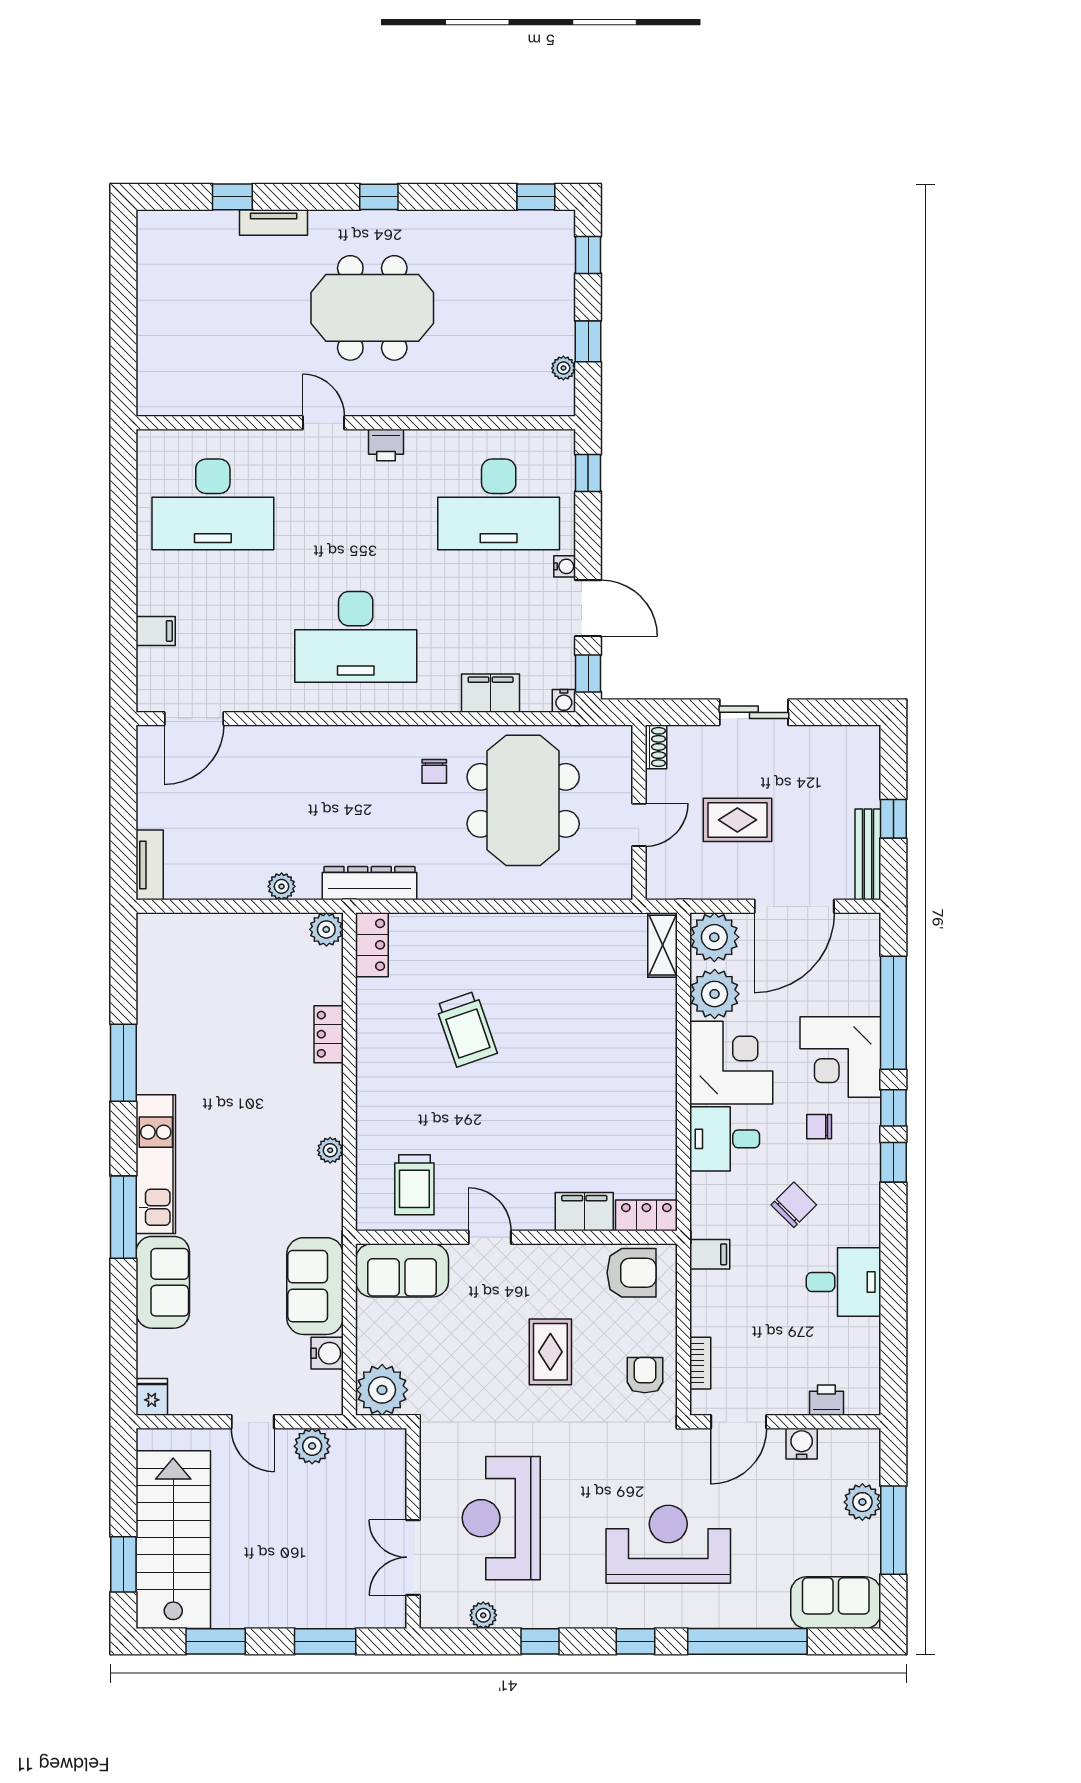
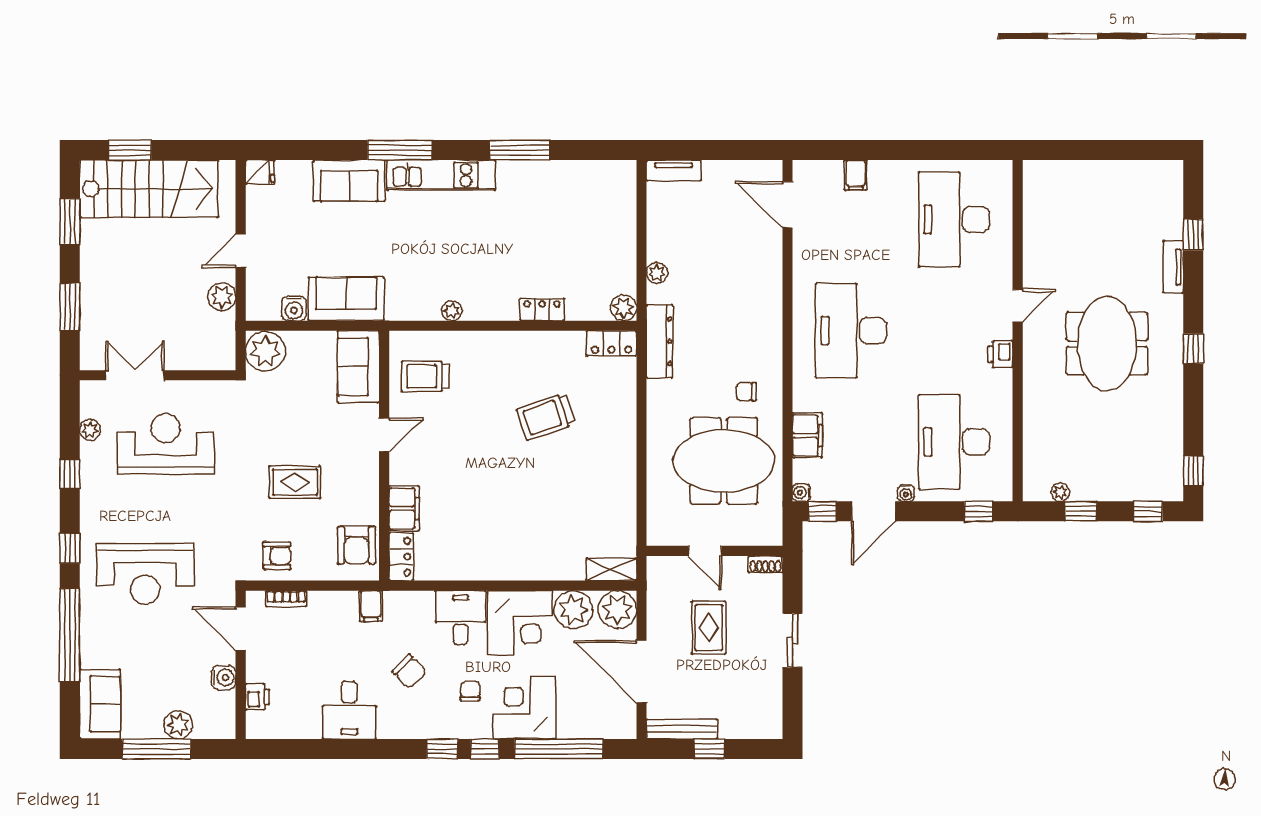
reception desk: (668, 1544) -> (145, 574), turned 90

